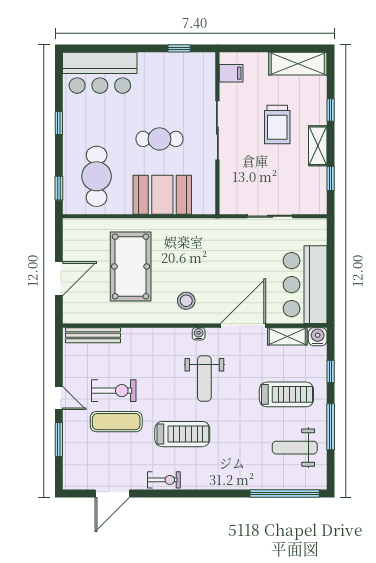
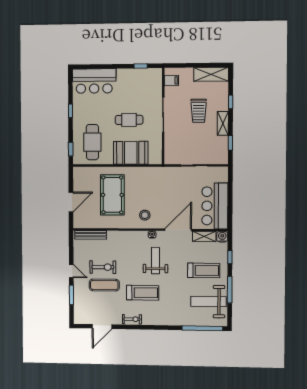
weight bench: (204, 379) -> (155, 261), turned 180
weight bench: (295, 448) -> (208, 302), width x1.36, depth x1.33

